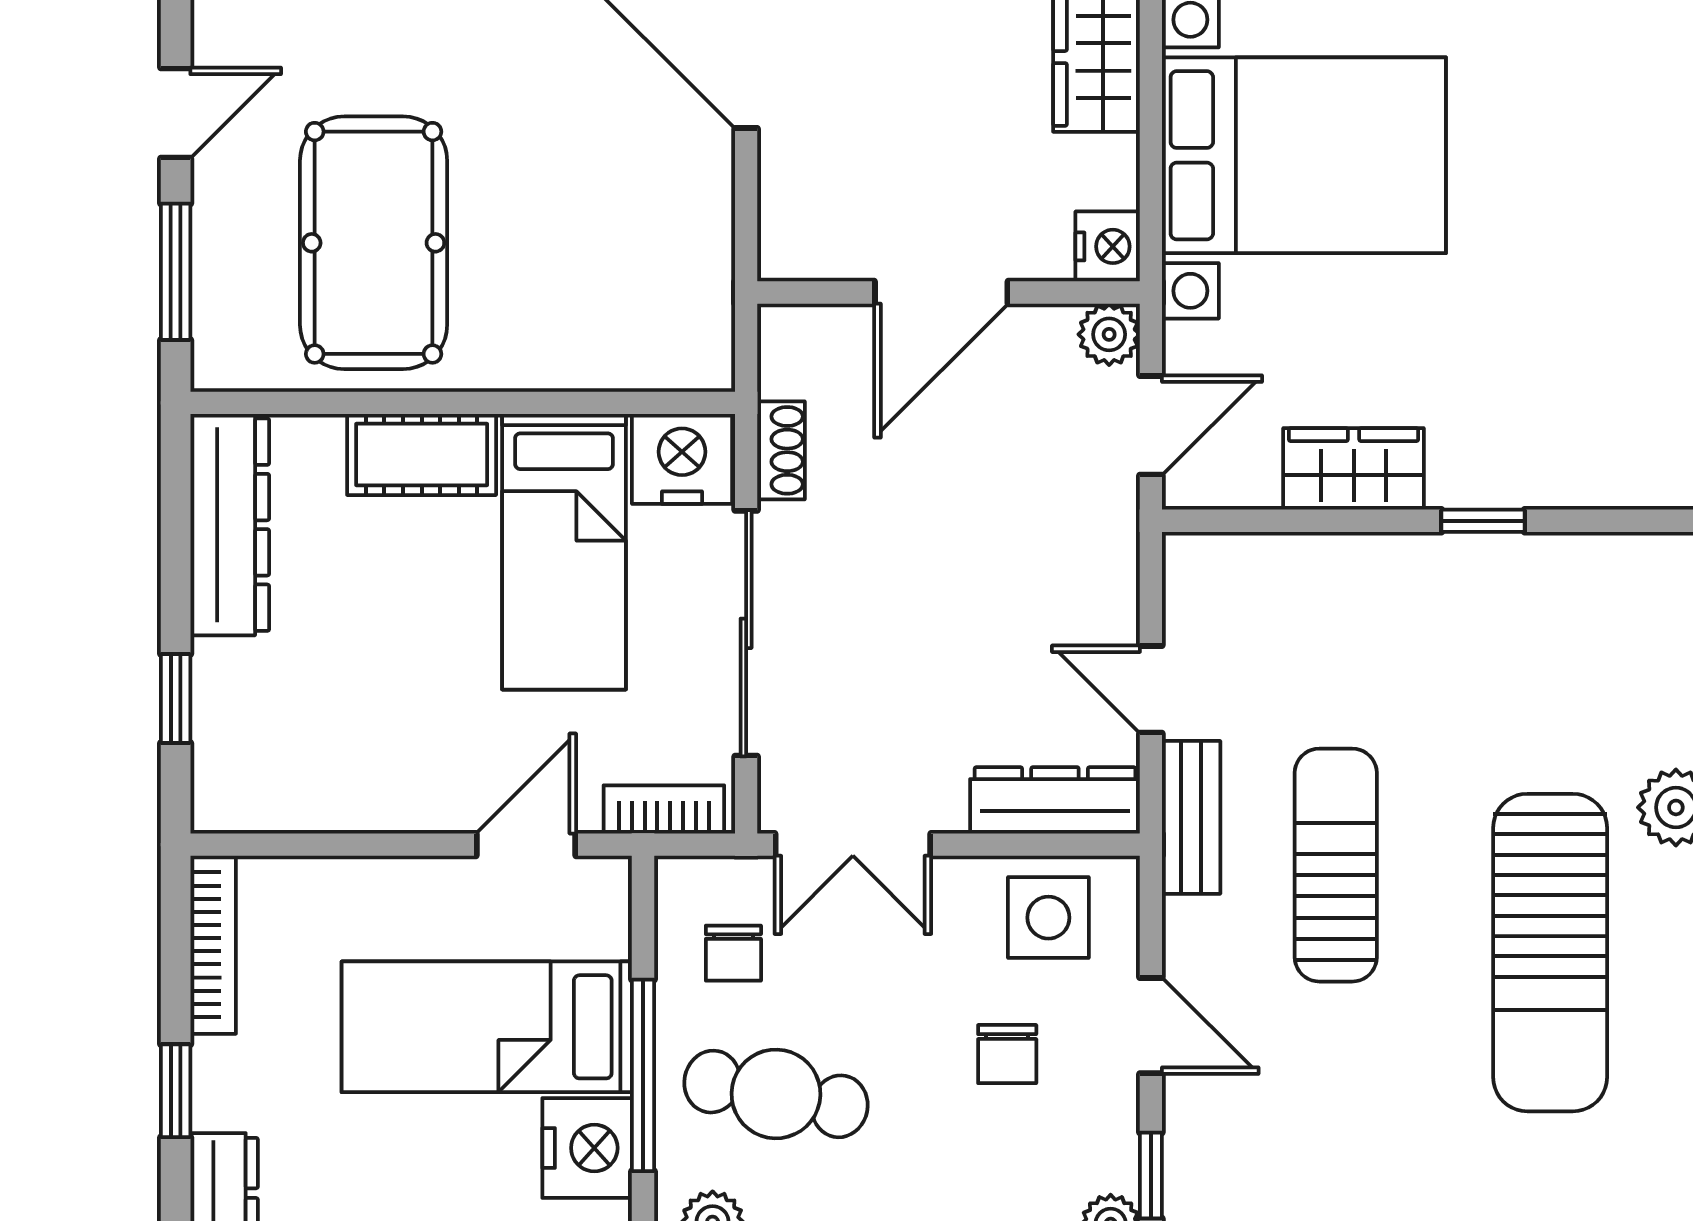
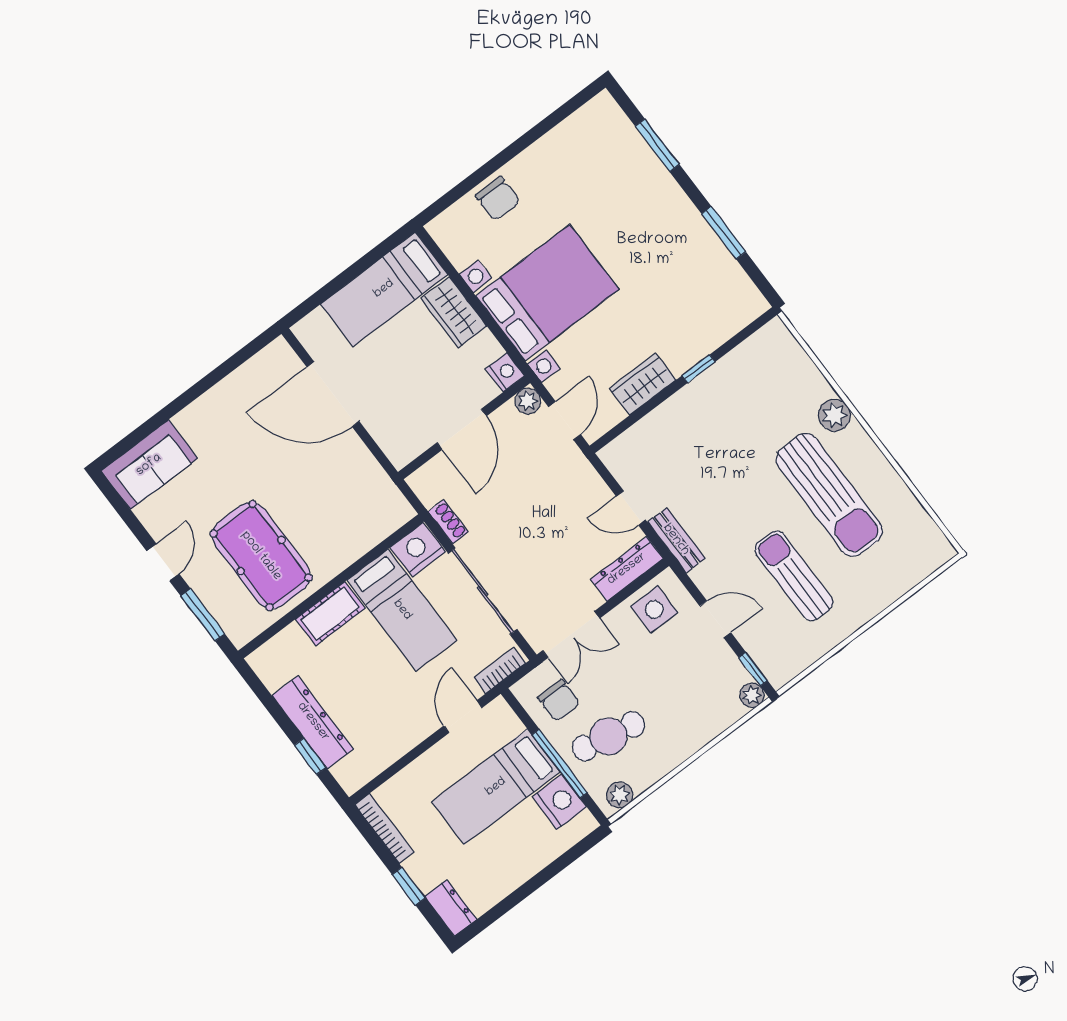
dresser: (230, 525) -> (313, 722), moved
sun lounger: (1336, 865) -> (794, 576), moved
chair: (733, 953) -> (559, 700), width x1.37, depth x1.37
chair: (1007, 1054) -> (675, 665), removed

